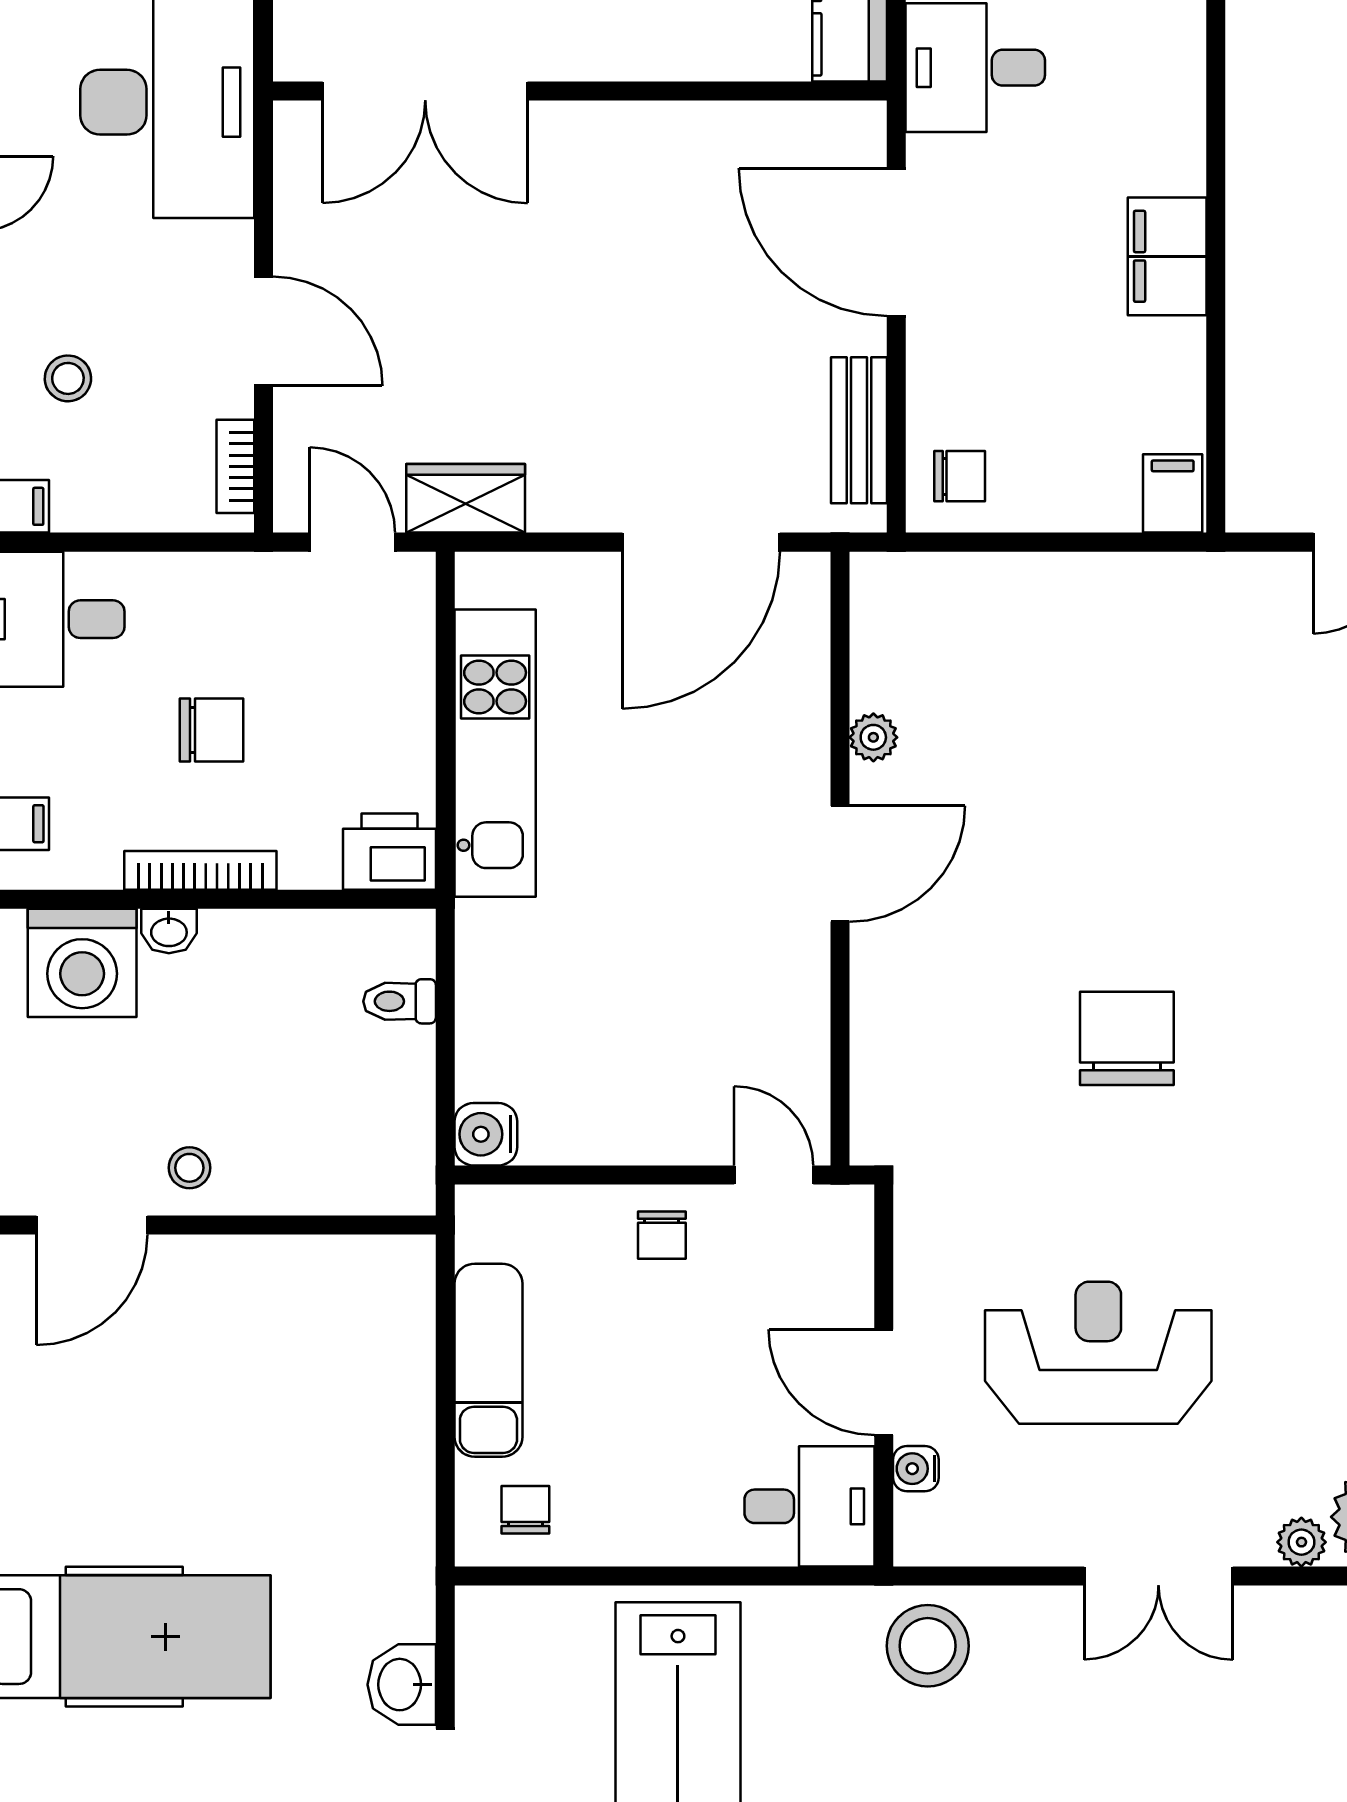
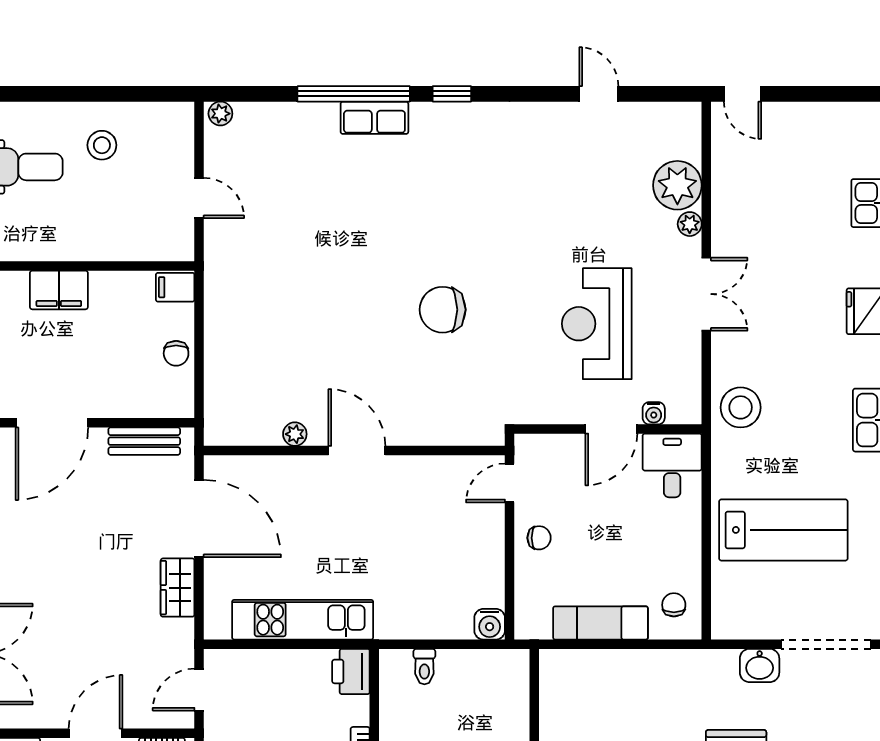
chair: (960, 476) -> (176, 353), moved, turned 180
wardrobe: (466, 498) -> (178, 588), moved
chair: (525, 1510) -> (674, 605), turned 90

